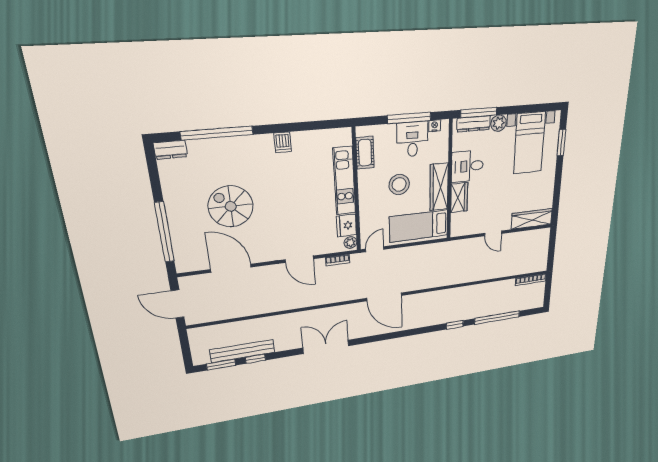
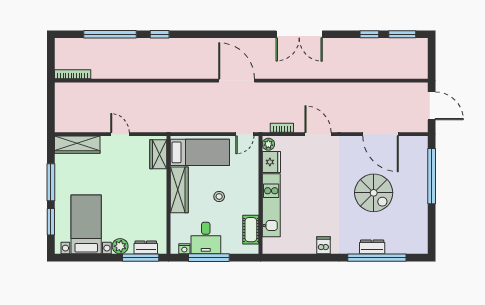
dresser: (474, 124) -> (146, 247), width x0.70
dresser: (170, 150) -> (372, 247), moved
desk: (467, 166) -> (151, 207), removed
window: (558, 181) -> (51, 182), added
stool: (399, 184) -> (219, 197), width x0.53, depth x0.53
wardrobe: (459, 198) -> (158, 154), moved
bench: (242, 351) -> (381, 45), removed

